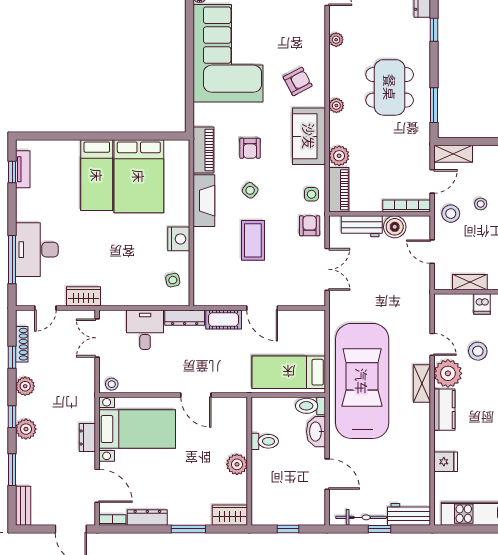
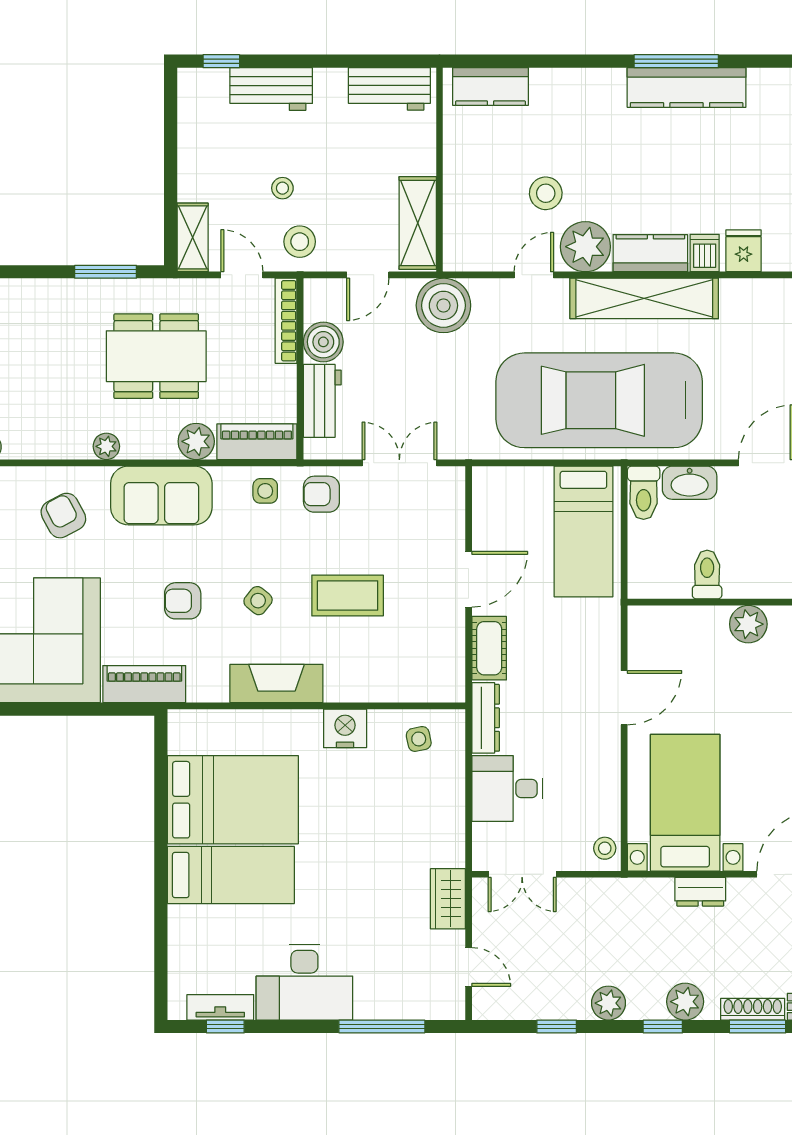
dining table: (390, 87) -> (156, 356), moved
armchair: (250, 148) -> (183, 601), turned 180
piano: (203, 150) -> (144, 684), moved
desk: (37, 250) -> (304, 982), moved
shelving: (470, 282) -> (418, 223), width x1.50, depth x1.33
boiler: (415, 294) -> (443, 305), added
dishwasher: (482, 304) -> (705, 253), moved, turned -90
shoe rack: (22, 344) -> (753, 1009), moved
shelving: (422, 384) -> (644, 298), width x2.20, depth x1.33

